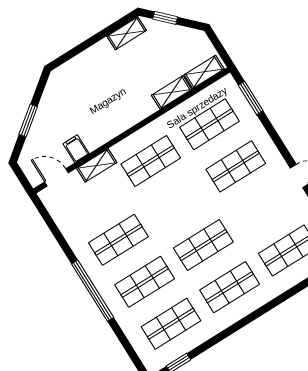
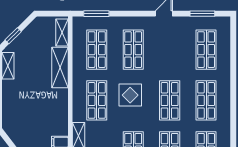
shelving: (172, 92) -> (60, 68), width x1.50, depth x1.33
display table: (181, 196) -> (130, 95), added

